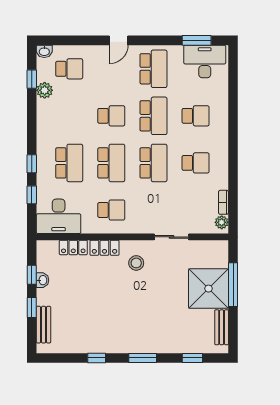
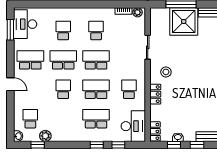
locker: (73, 247) -> (155, 131), moved

